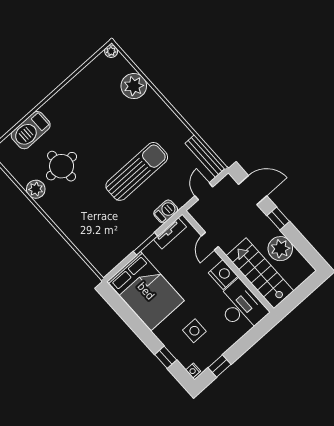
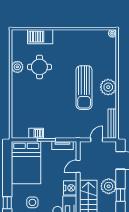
plant: (134, 86) -> (108, 87), moved
sun lounger: (137, 171) -> (84, 88), moved, turned 90
barbecue: (166, 211) -> (36, 133), moved
window: (278, 219) -> (120, 195), moved
plant: (280, 249) -> (109, 186), moved

